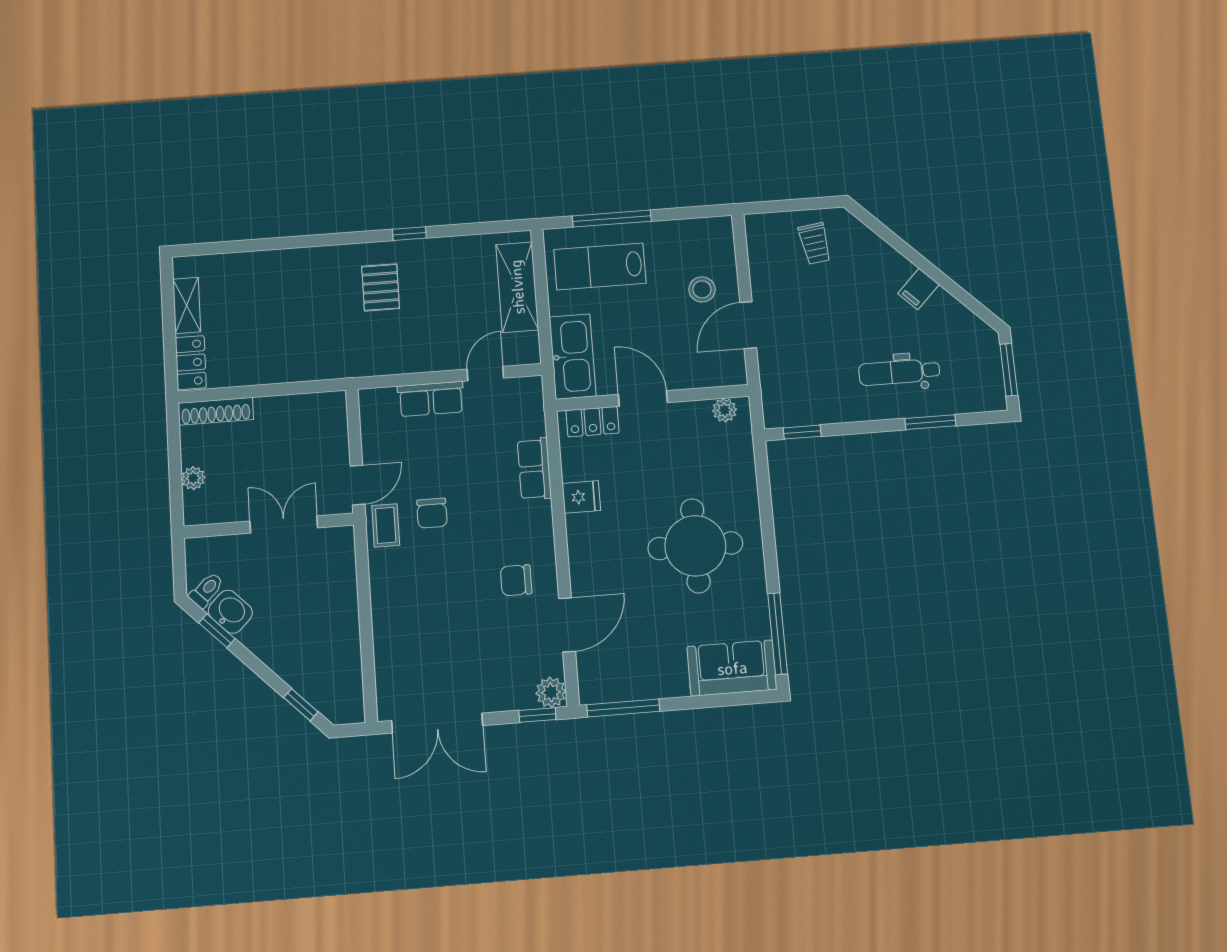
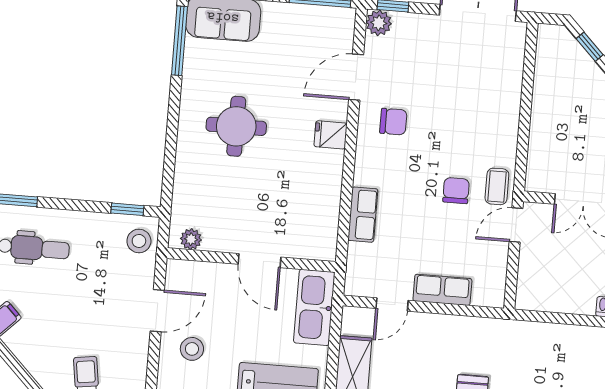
stool: (783, 399) -> (139, 241), added
locker: (593, 422) -> (306, 247), removed
fridge: (581, 497) -> (331, 135), moved
round table: (695, 546) -> (236, 126), width x0.73, depth x0.73

